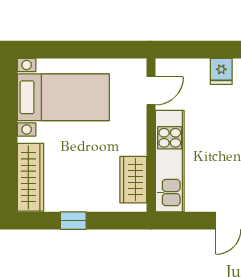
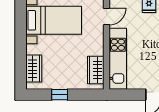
wardrobe: (31, 177) -> (34, 69), width x0.67

